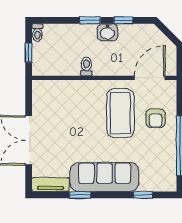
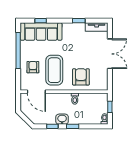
door: (150, 78) -> (36, 92), hinge flipped
armchair: (76, 102) -> (81, 77), added
sofa: (105, 177) -> (41, 32), moved

